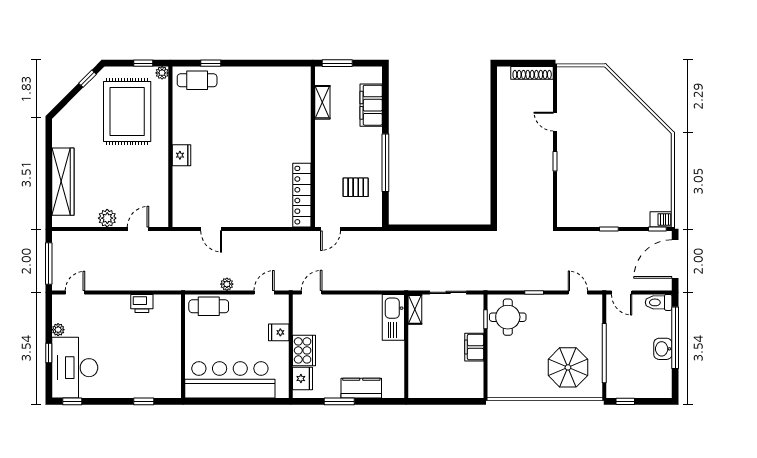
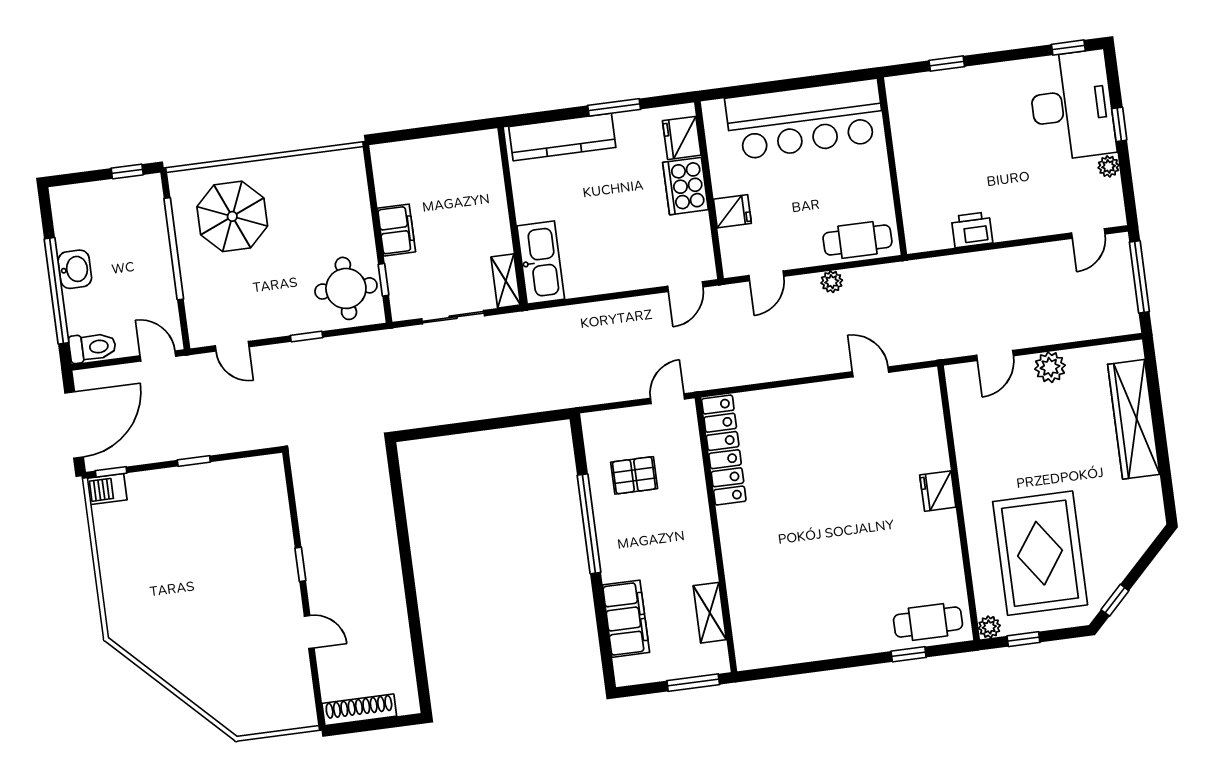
kitchen counter: (361, 388) -> (562, 137), width x1.50

